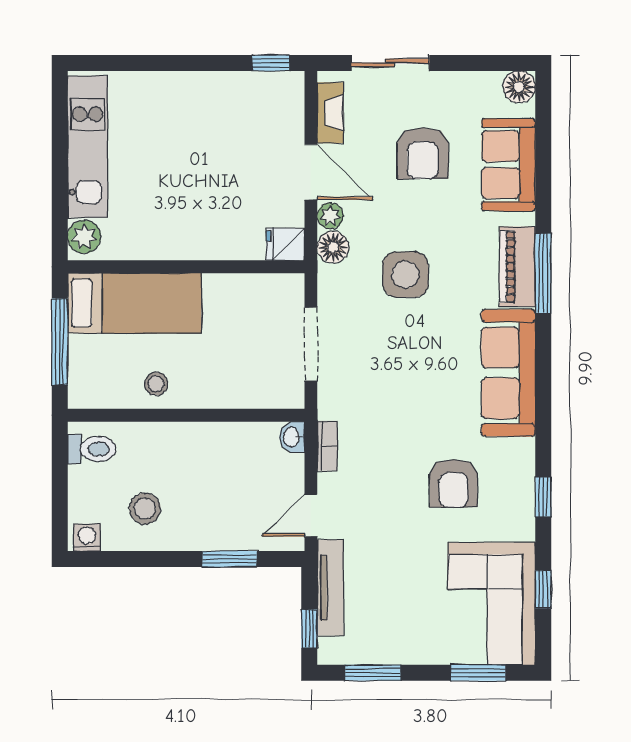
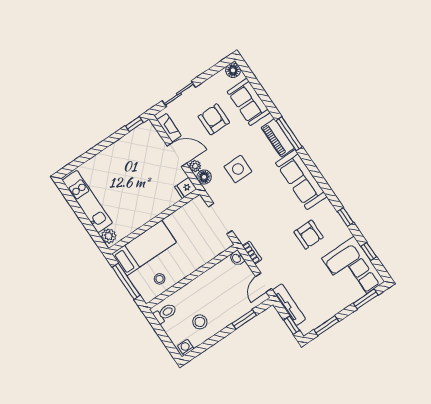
armchair: (423, 153) -> (214, 119), turned 180
stool: (156, 384) -> (160, 279), moved

